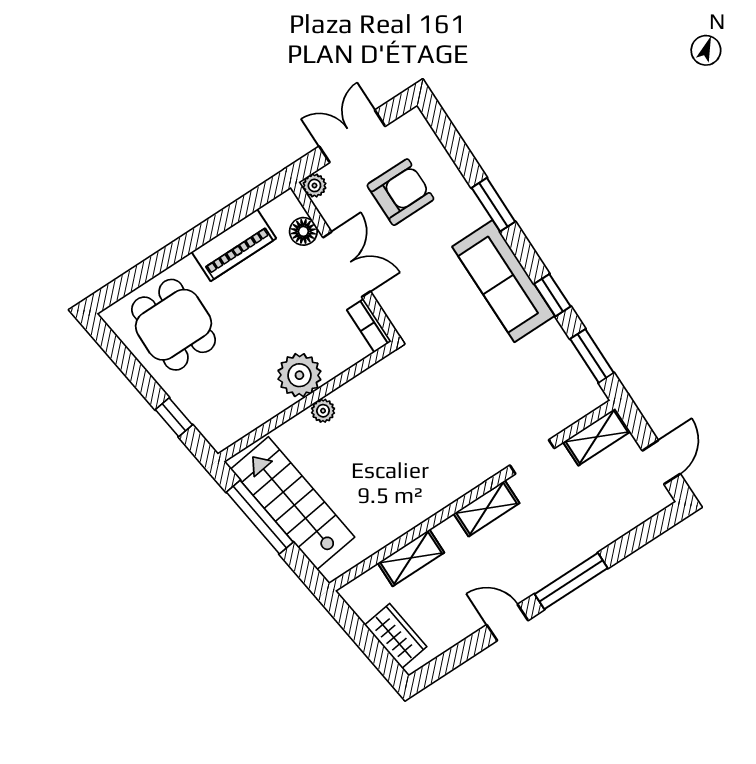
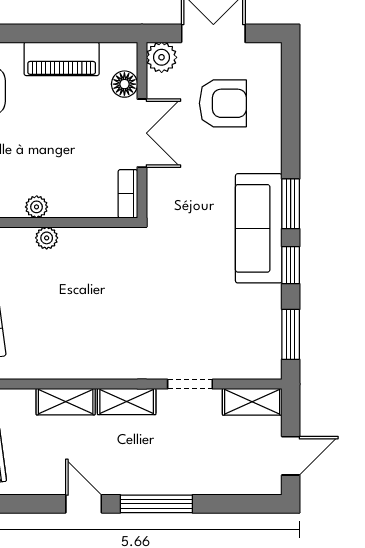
plant: (314, 185) -> (162, 57), width x1.38, depth x1.38
window: (493, 205) -> (291, 204), moved
plant: (299, 375) -> (37, 207), width x0.53, depth x0.53
shelving: (411, 558) -> (66, 402), moved

